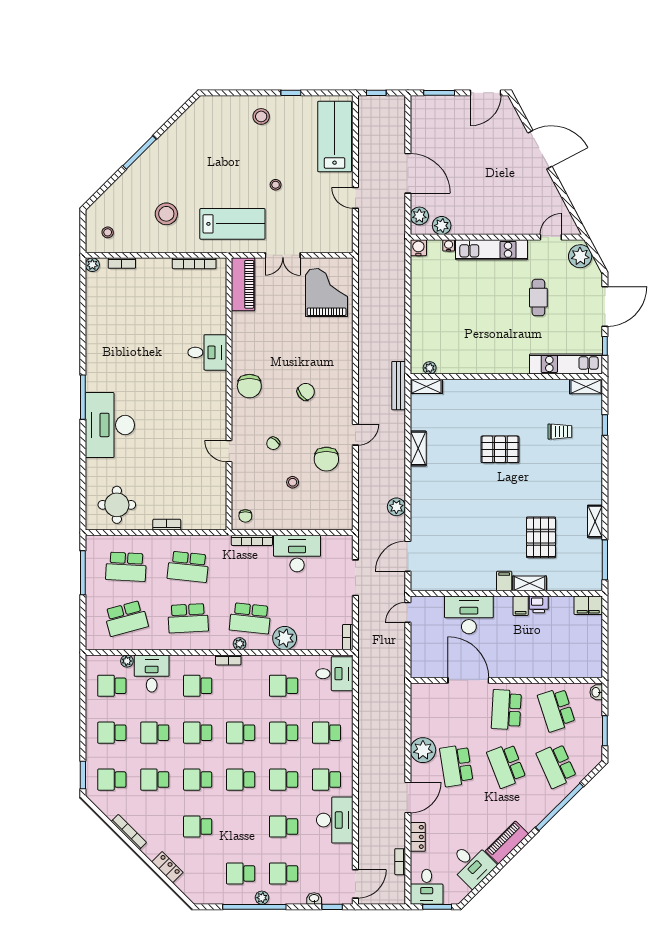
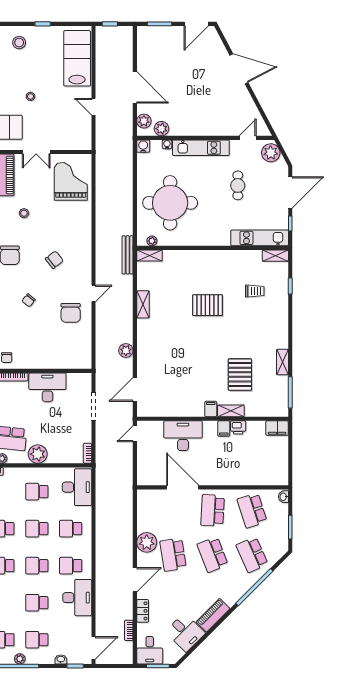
round table: (453, 320) -> (170, 203), added
stool: (293, 482) -> (24, 213), moved
desk: (334, 674) -> (77, 487), width x1.37

